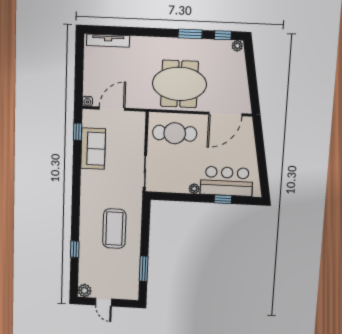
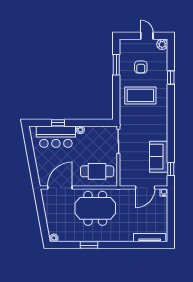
window: (223, 35) -> (65, 245), removed
coffee table: (114, 229) -> (140, 95), turned 90
armchair: (113, 264) -> (141, 67), added

